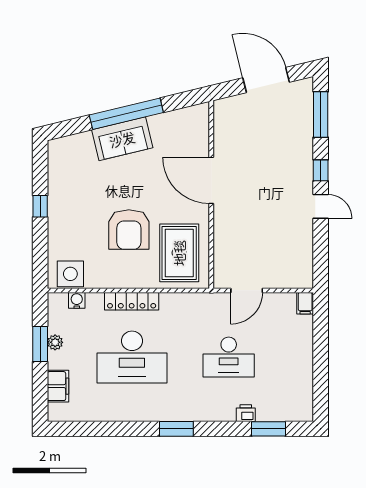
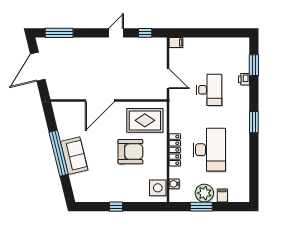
window: (321, 170) -> (145, 33), moved
plant: (55, 342) -> (204, 193), width x1.87, depth x1.87
filing cabinet: (58, 386) -> (222, 196), width x0.50

